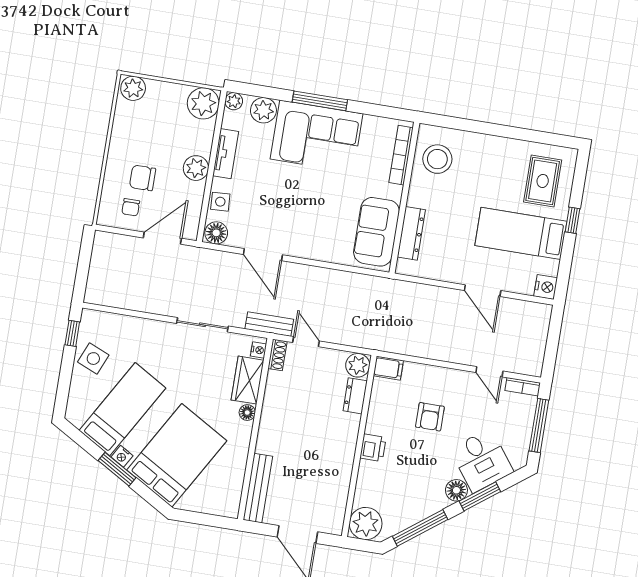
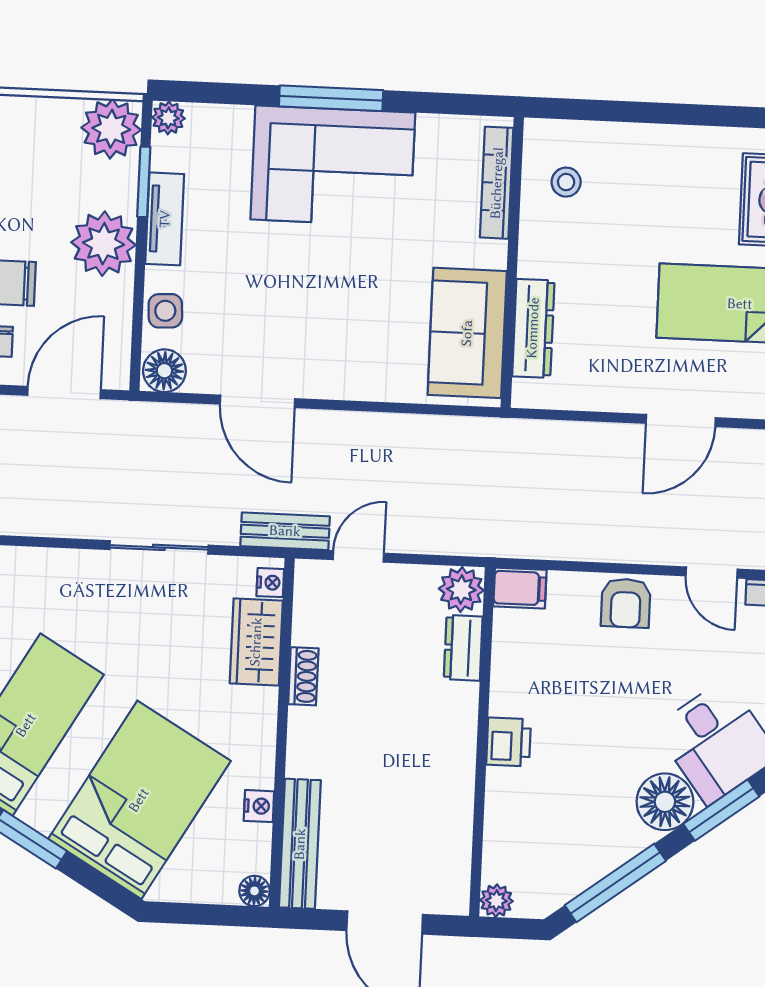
plant: (263, 110) -> (227, 128), removed
window: (217, 133) -> (144, 182), added
stool: (437, 159) -> (566, 182), width x0.53, depth x0.53
plant: (196, 168) -> (103, 244), width x1.36, depth x1.36
door: (483, 291) -> (681, 421), hinge flipped
door: (306, 342) -> (358, 556), hinge flipped
shoe rack: (277, 355) -> (303, 676), moved
floor lamp: (247, 413) -> (254, 891), moved
armchair: (430, 417) -> (626, 603), moved
nightstand: (122, 456) -> (259, 806), moved, turned -120
floor lamp: (456, 490) -> (665, 802), width x1.38, depth x1.38
plant: (366, 524) -> (496, 901), width x0.53, depth x0.53

